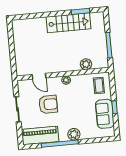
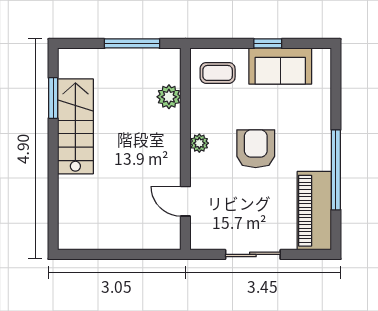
door: (39, 76) -> (185, 201), swing flipped
armchair: (48, 104) -> (256, 149), moved
plant: (74, 134) -> (318, 137), removed

